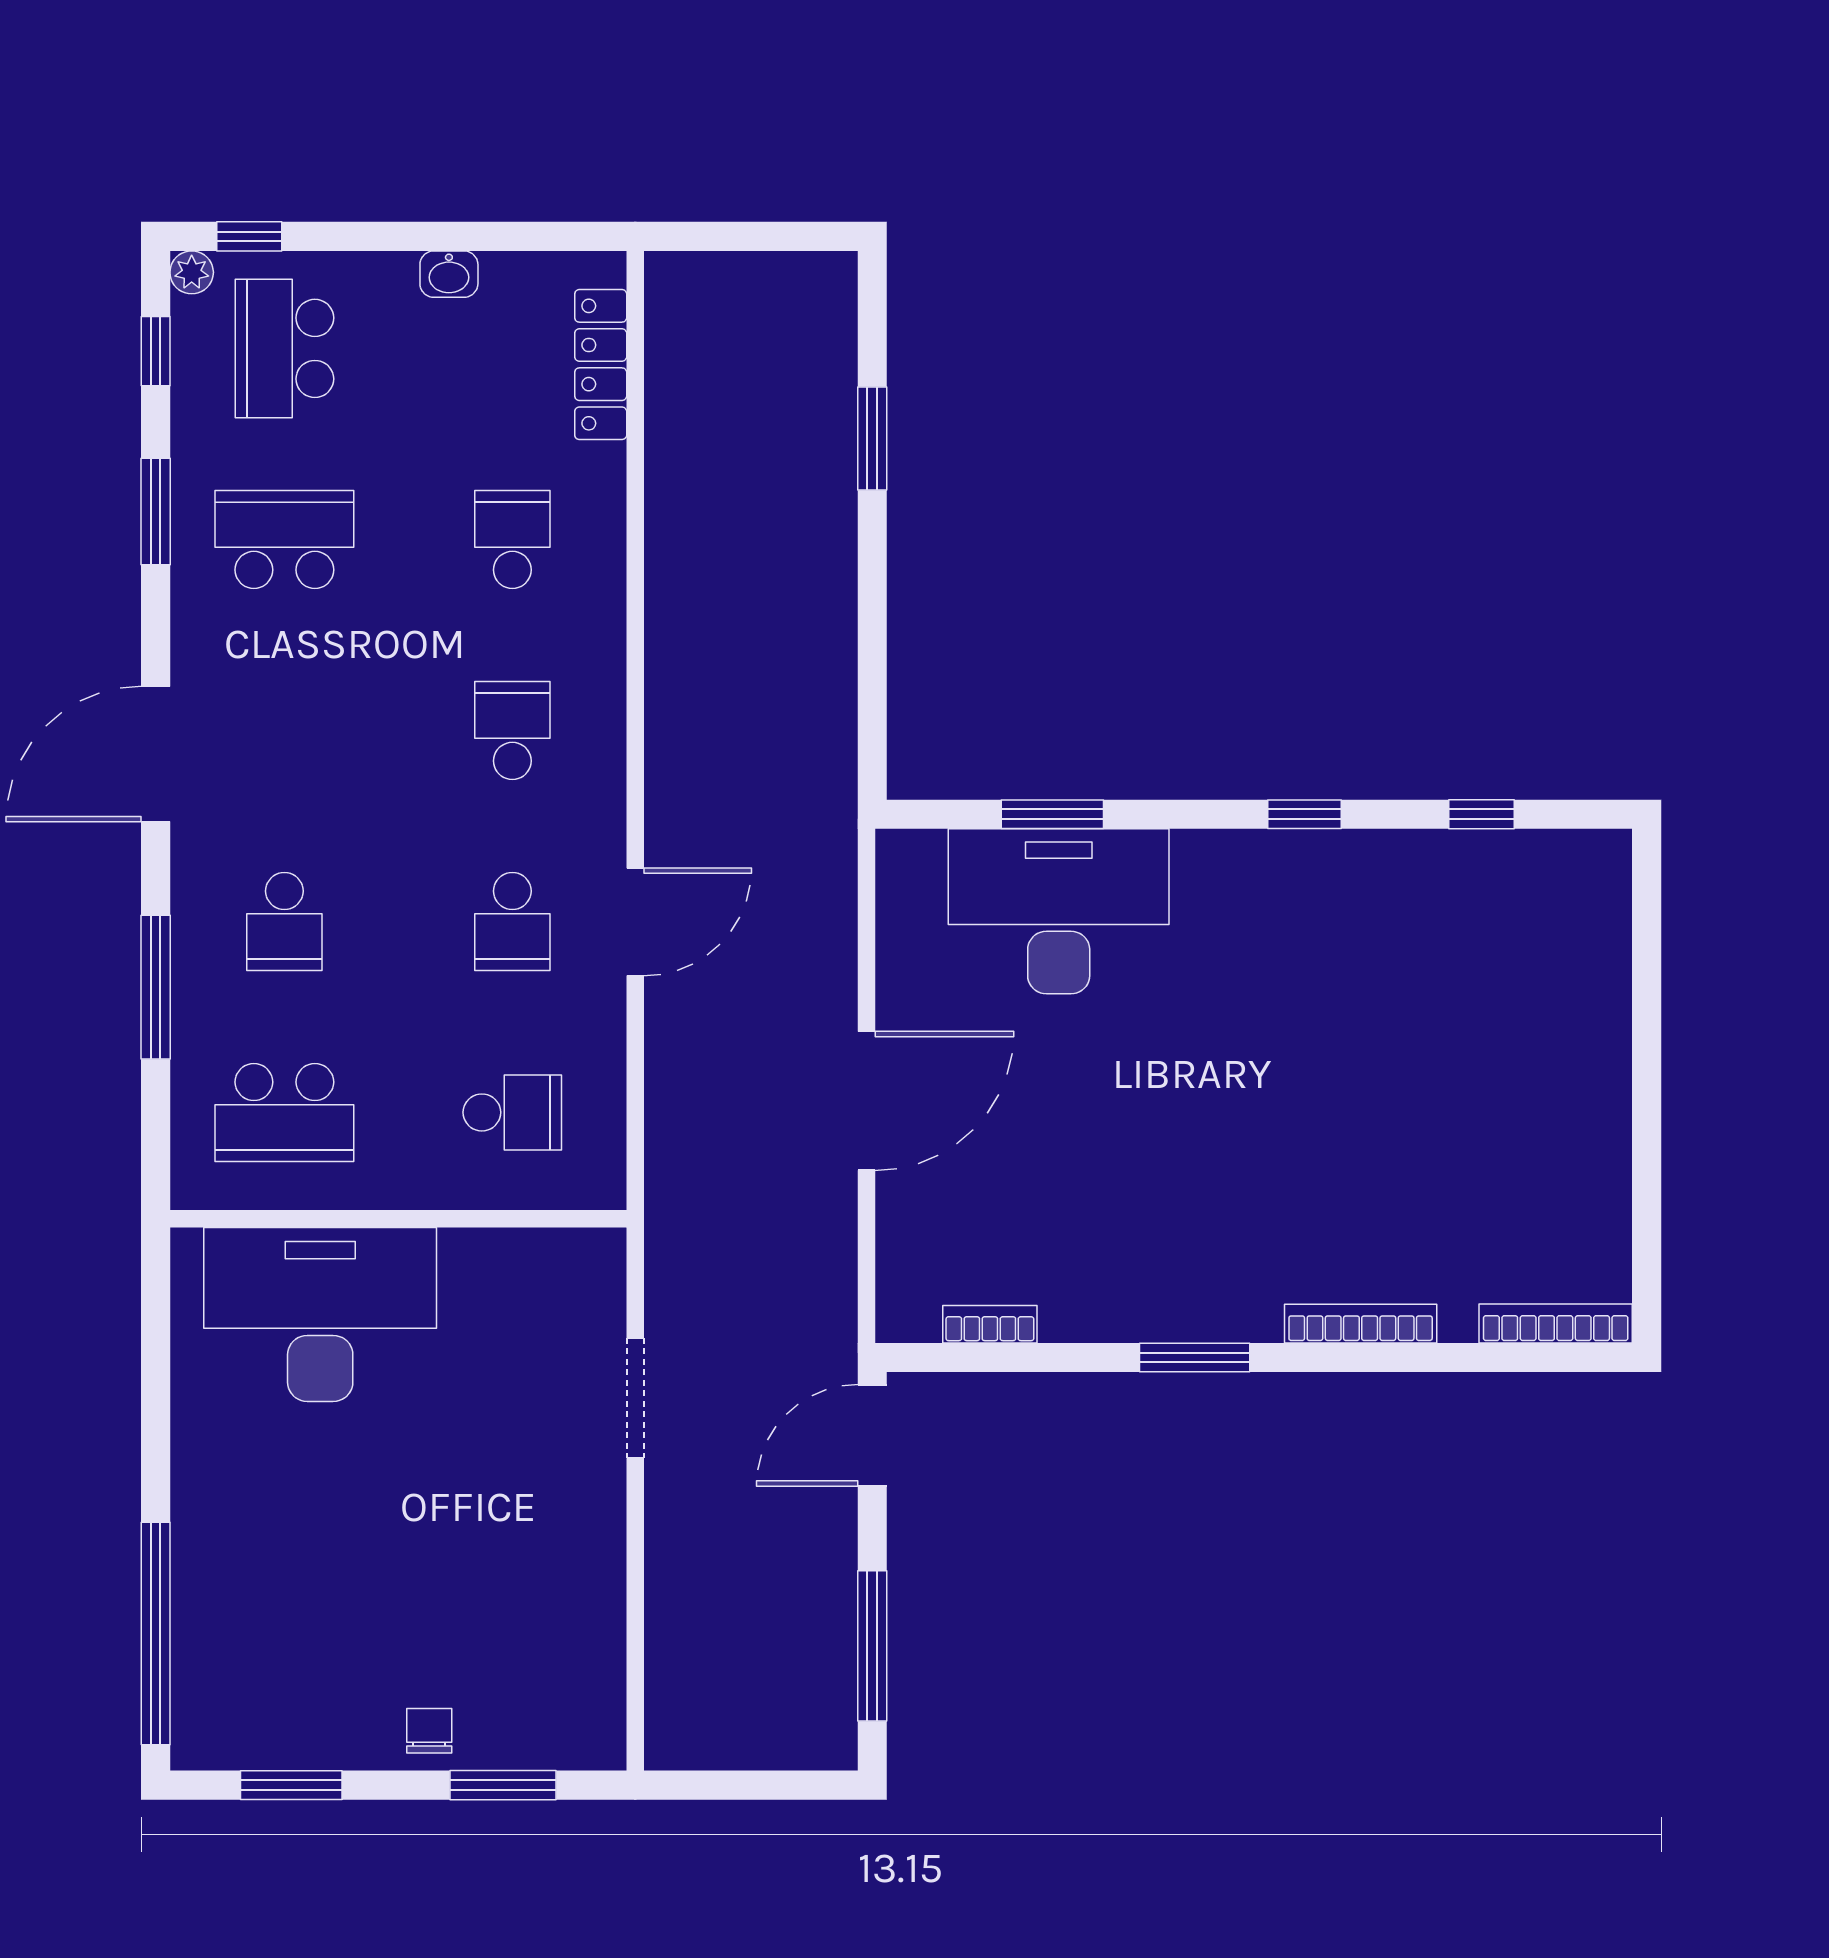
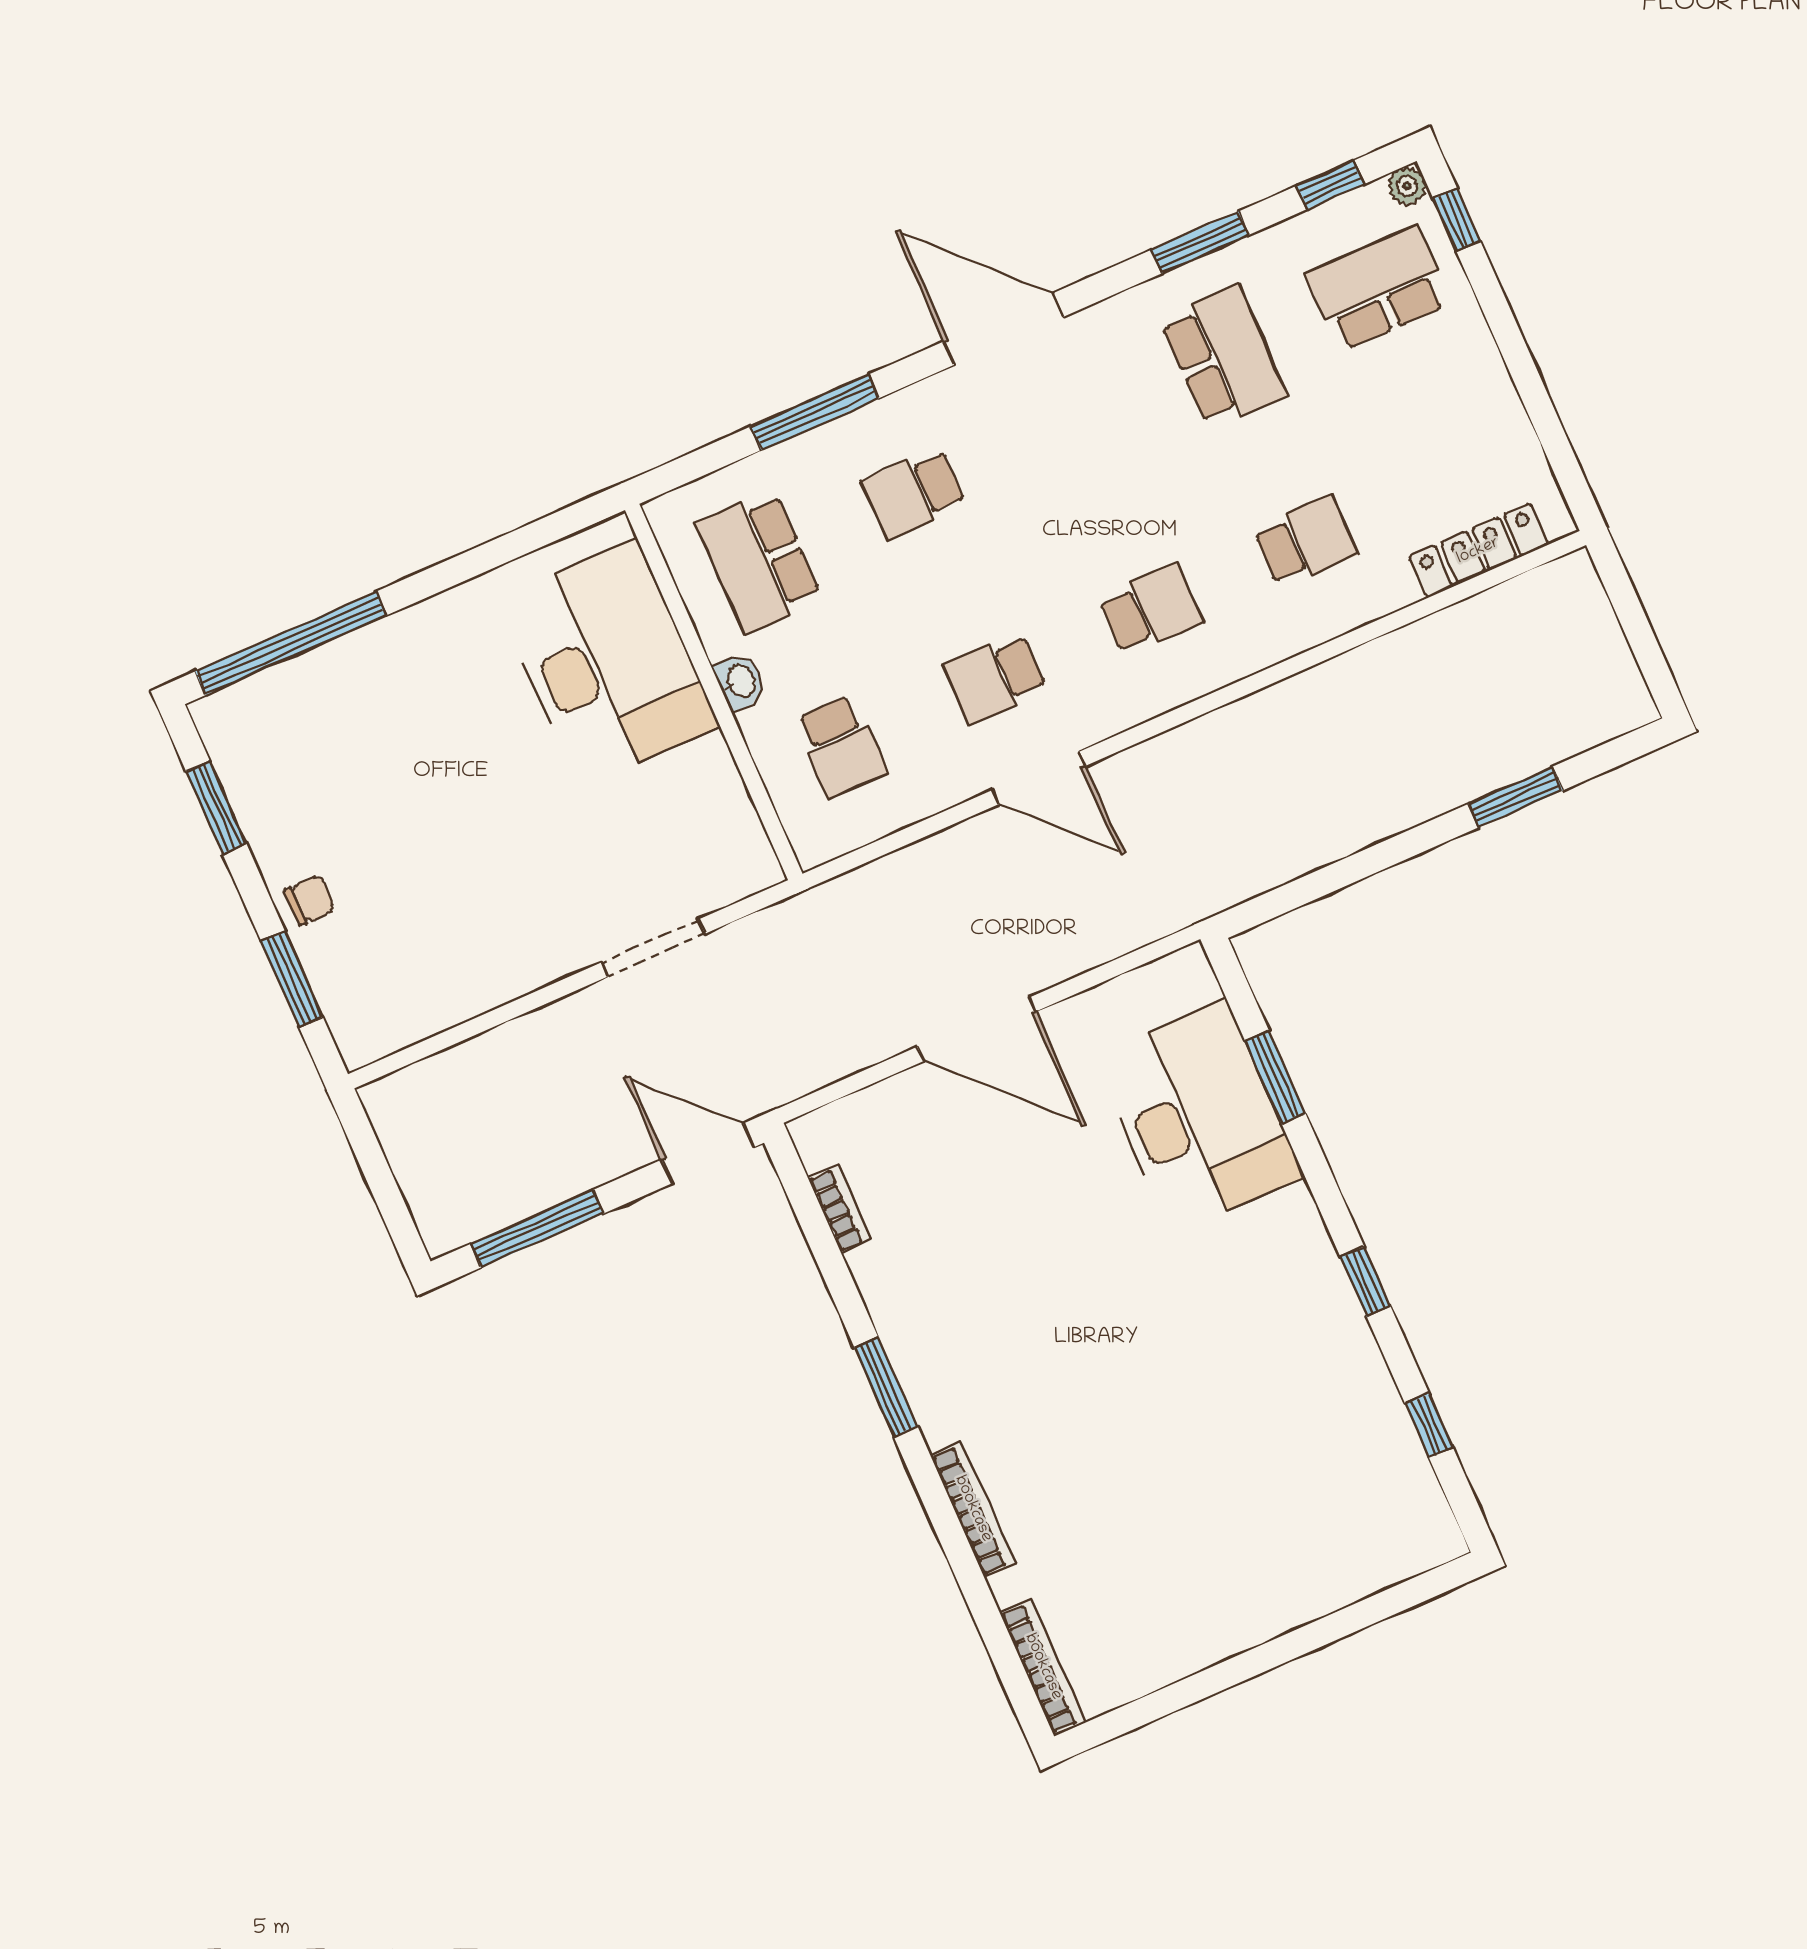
washbasin: (449, 274) -> (740, 682), moved, turned 180

